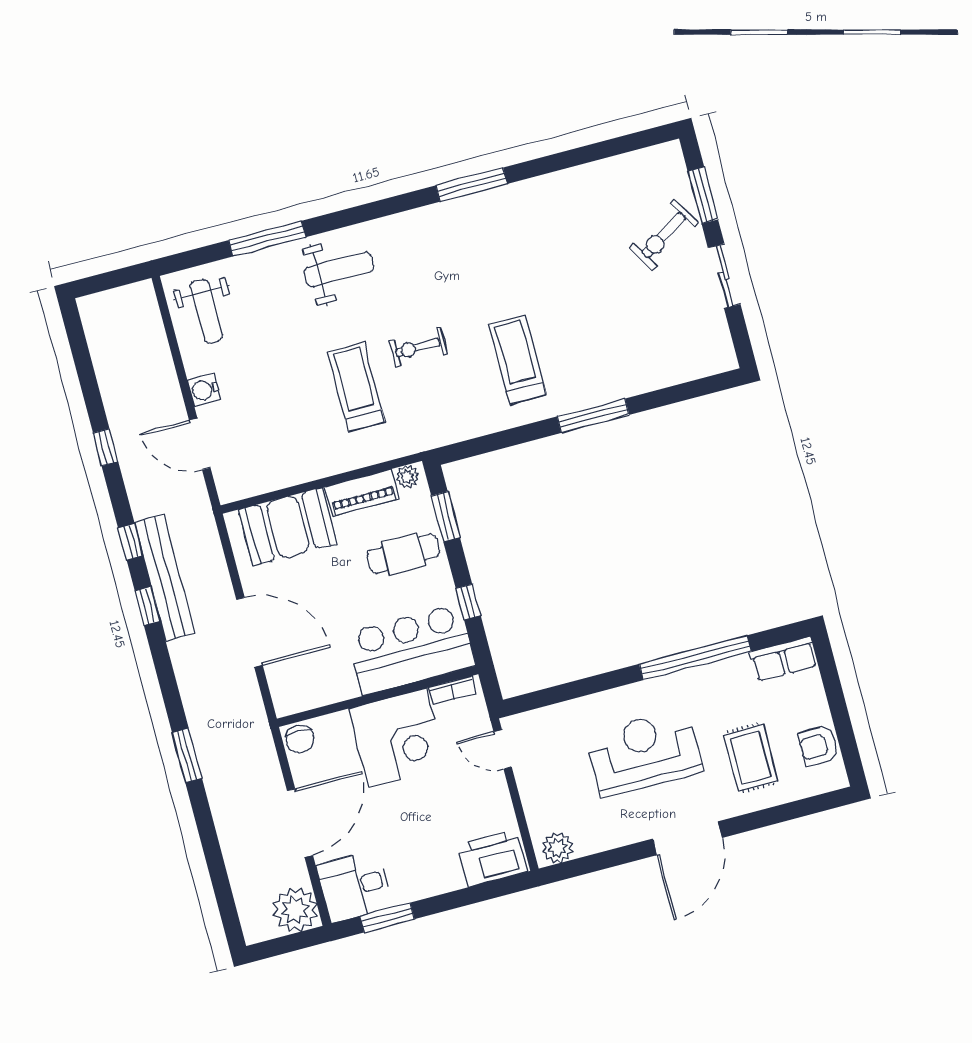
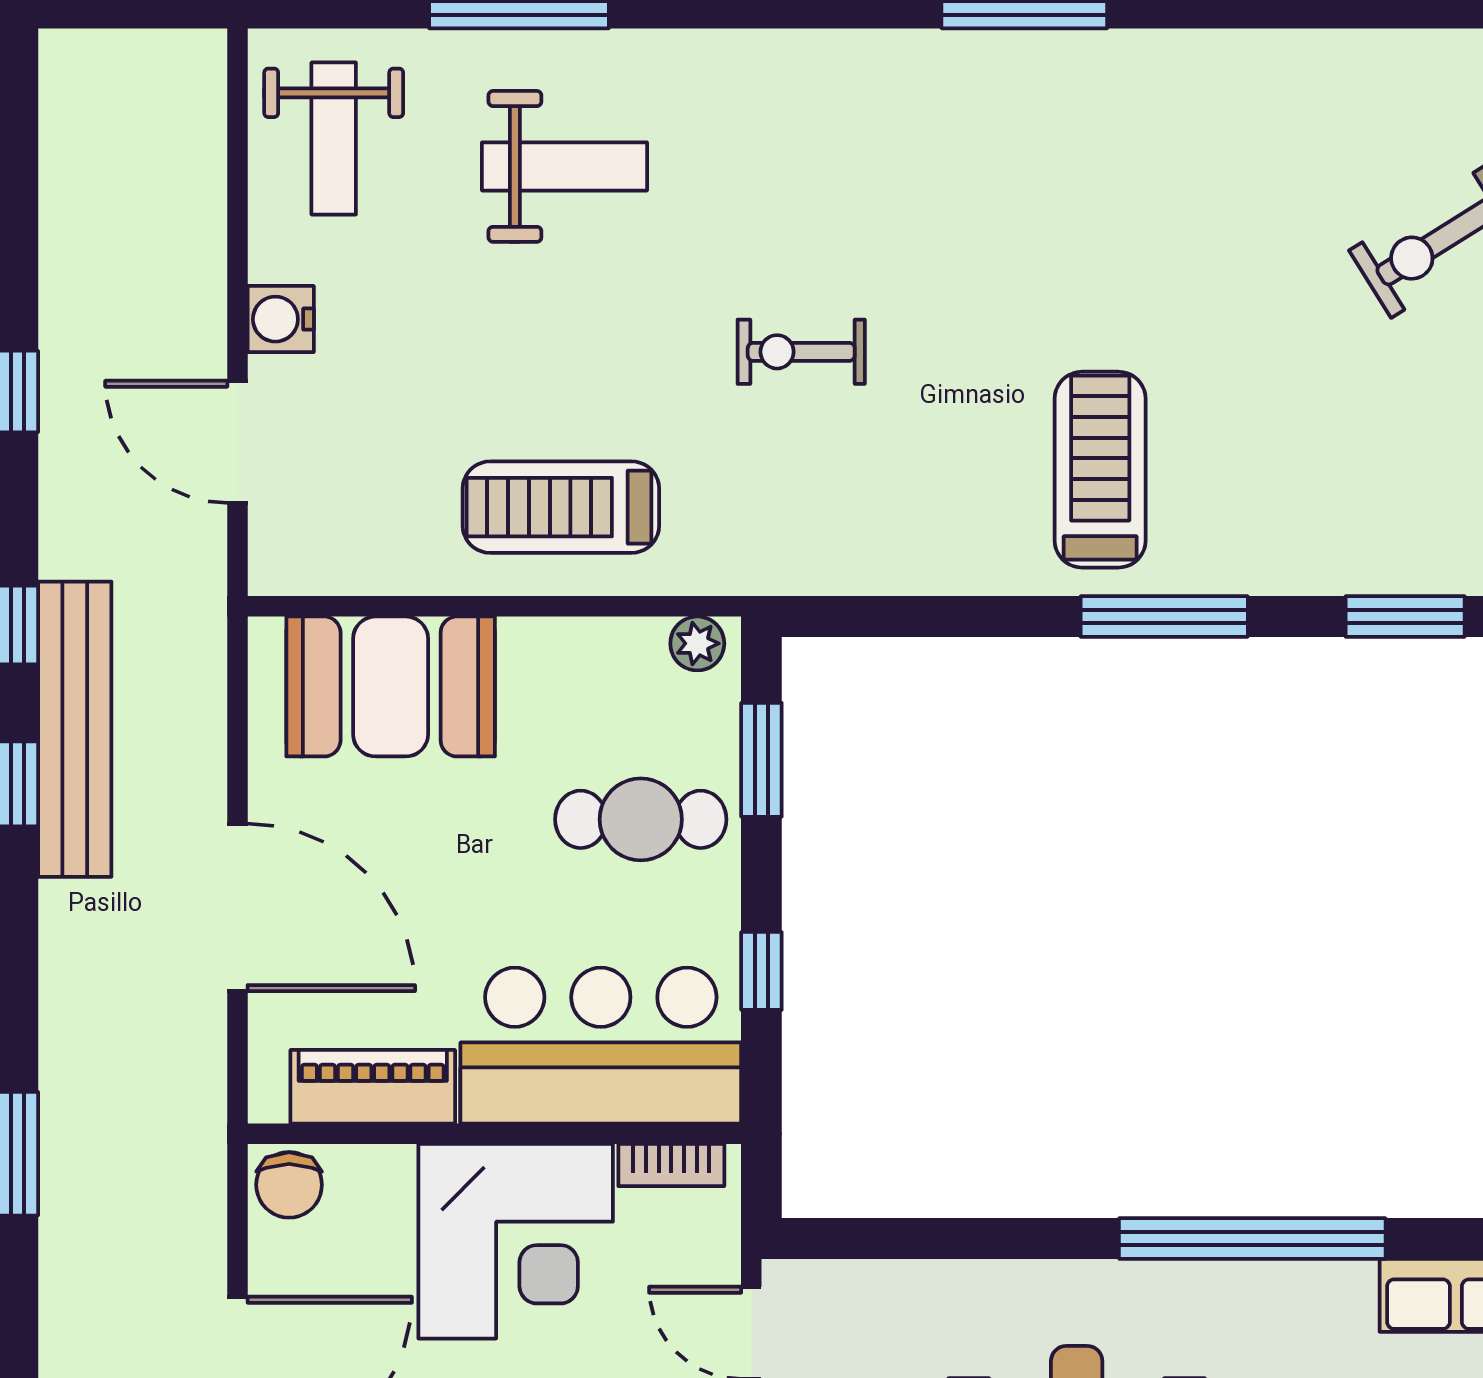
weight bench: (339, 270) -> (564, 166), moved
treadmill: (517, 360) -> (1100, 470), moved
treadmill: (356, 387) -> (561, 507), moved, turned -90
window: (691, 390) -> (1405, 616), added
piano: (362, 493) -> (373, 1087), moved, turned 180

